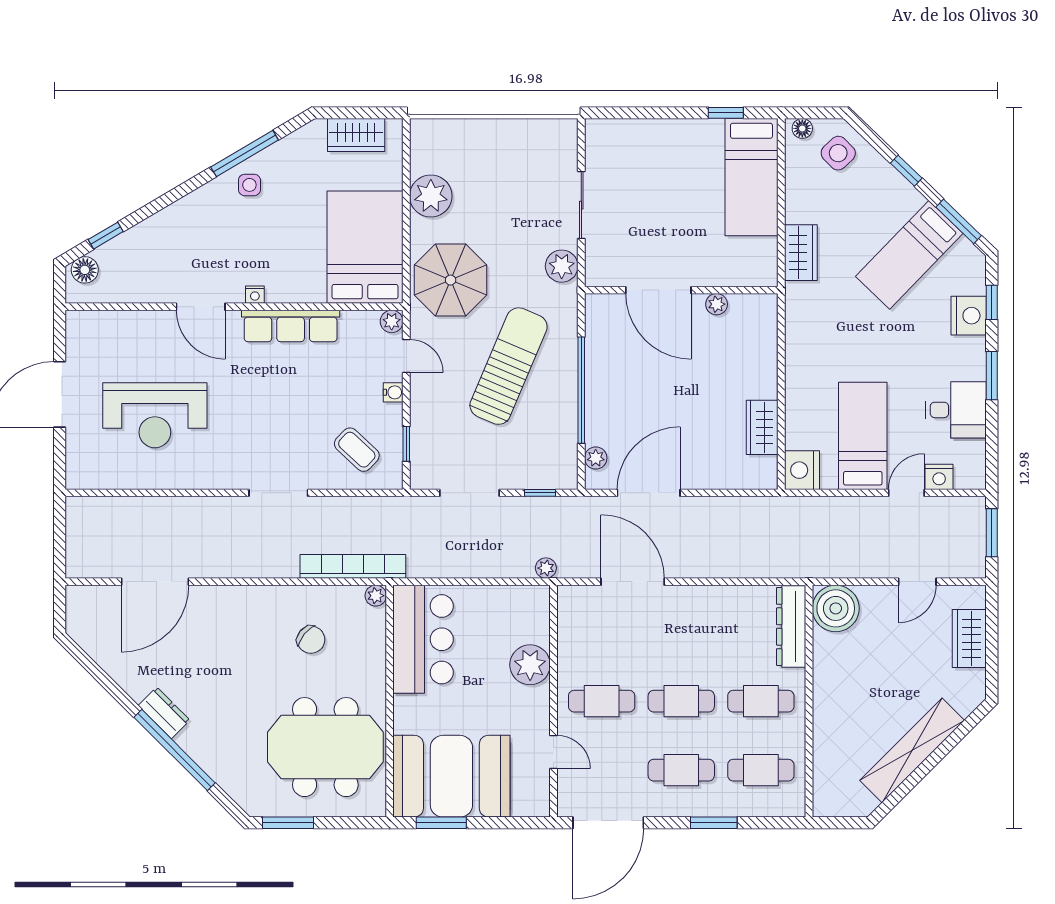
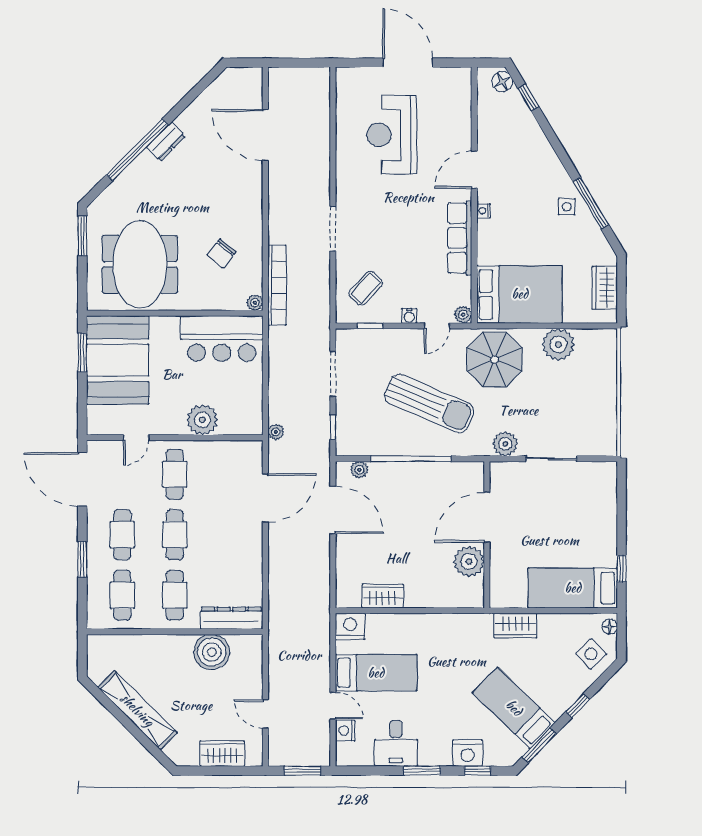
plant: (717, 304) -> (469, 562), width x1.88, depth x1.88
boiler: (836, 608) -> (212, 652), moved

